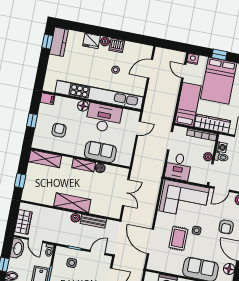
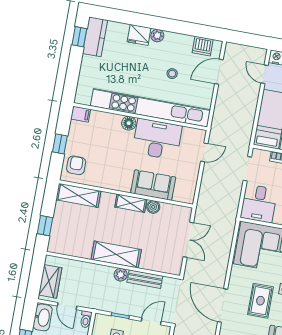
dishwasher: (117, 45) -> (203, 46), moved
armchair: (59, 130) -> (76, 165), moved

